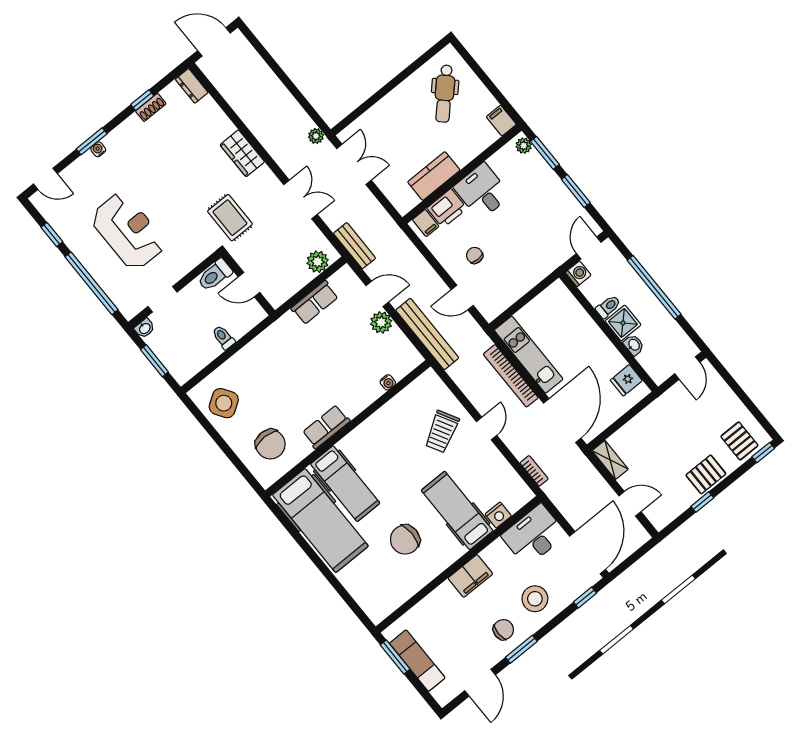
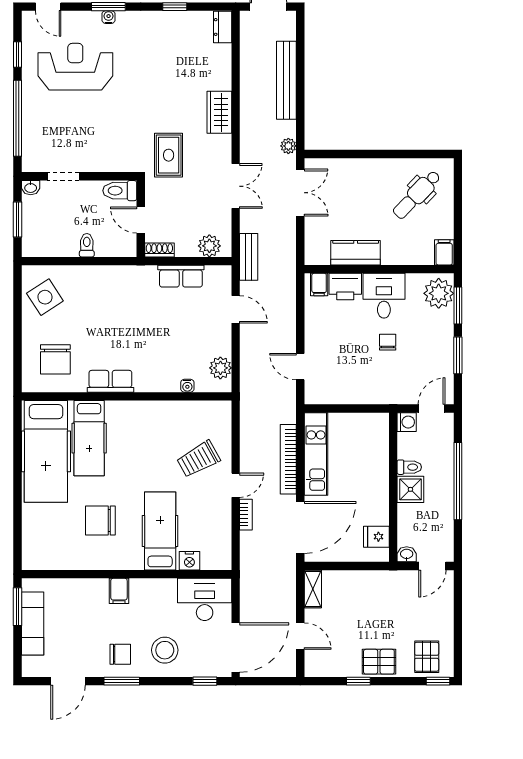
shoe rack: (151, 107) -> (159, 250), moved, turned 180
plant: (524, 146) -> (439, 293), width x1.88, depth x1.88
reception desk: (128, 231) -> (75, 67), moved, turned -90
chair: (475, 255) -> (388, 342), moved
plant: (381, 322) -> (220, 368), moved
bench: (427, 334) -> (286, 80), moved
washbasin: (634, 345) -> (407, 554), moved, turned -90
bookcase: (534, 471) -> (246, 515), moved
filing cabinet: (470, 576) -> (119, 591), width x0.50

